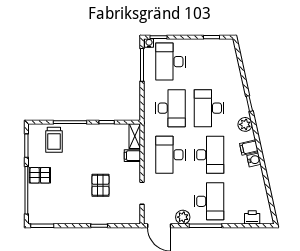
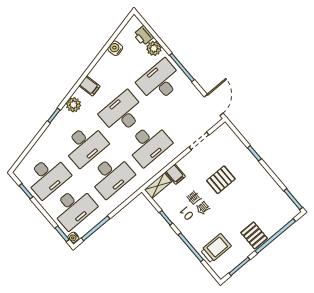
desk: (209, 62) -> (47, 177), added
desk: (171, 108) -> (111, 176), turned 180
water cooler: (254, 160) -> (115, 48), moved
plant: (183, 217) -> (154, 48), moved

